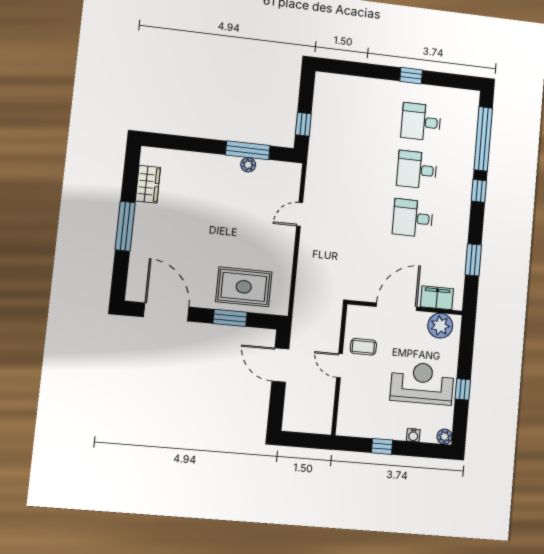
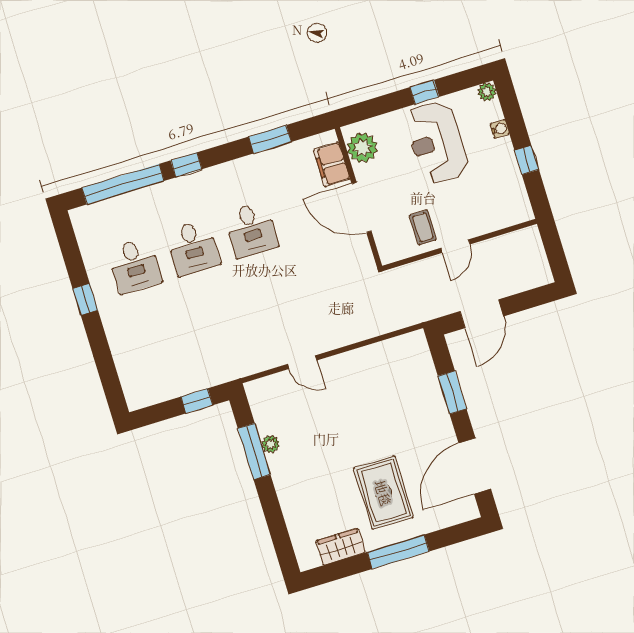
rug: (244, 287) -> (383, 493), moved

